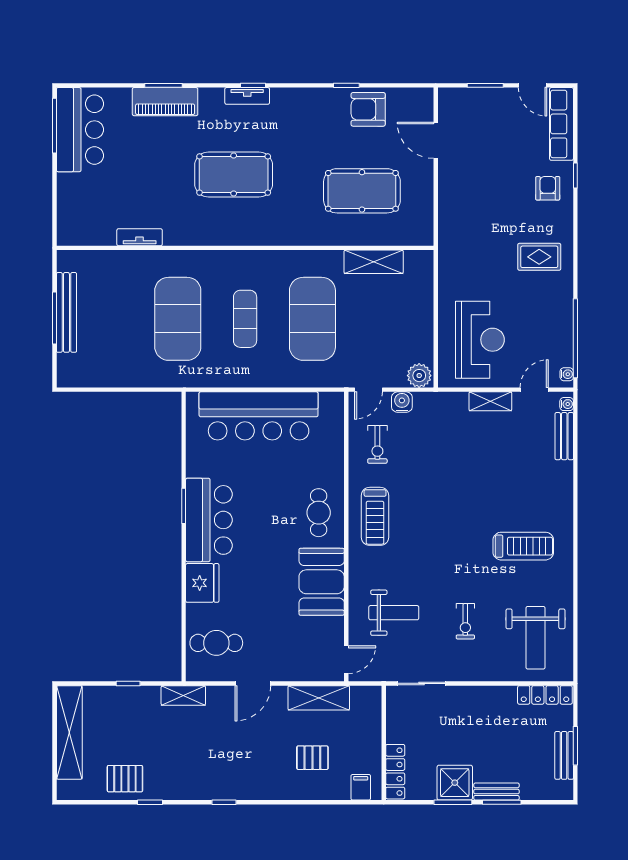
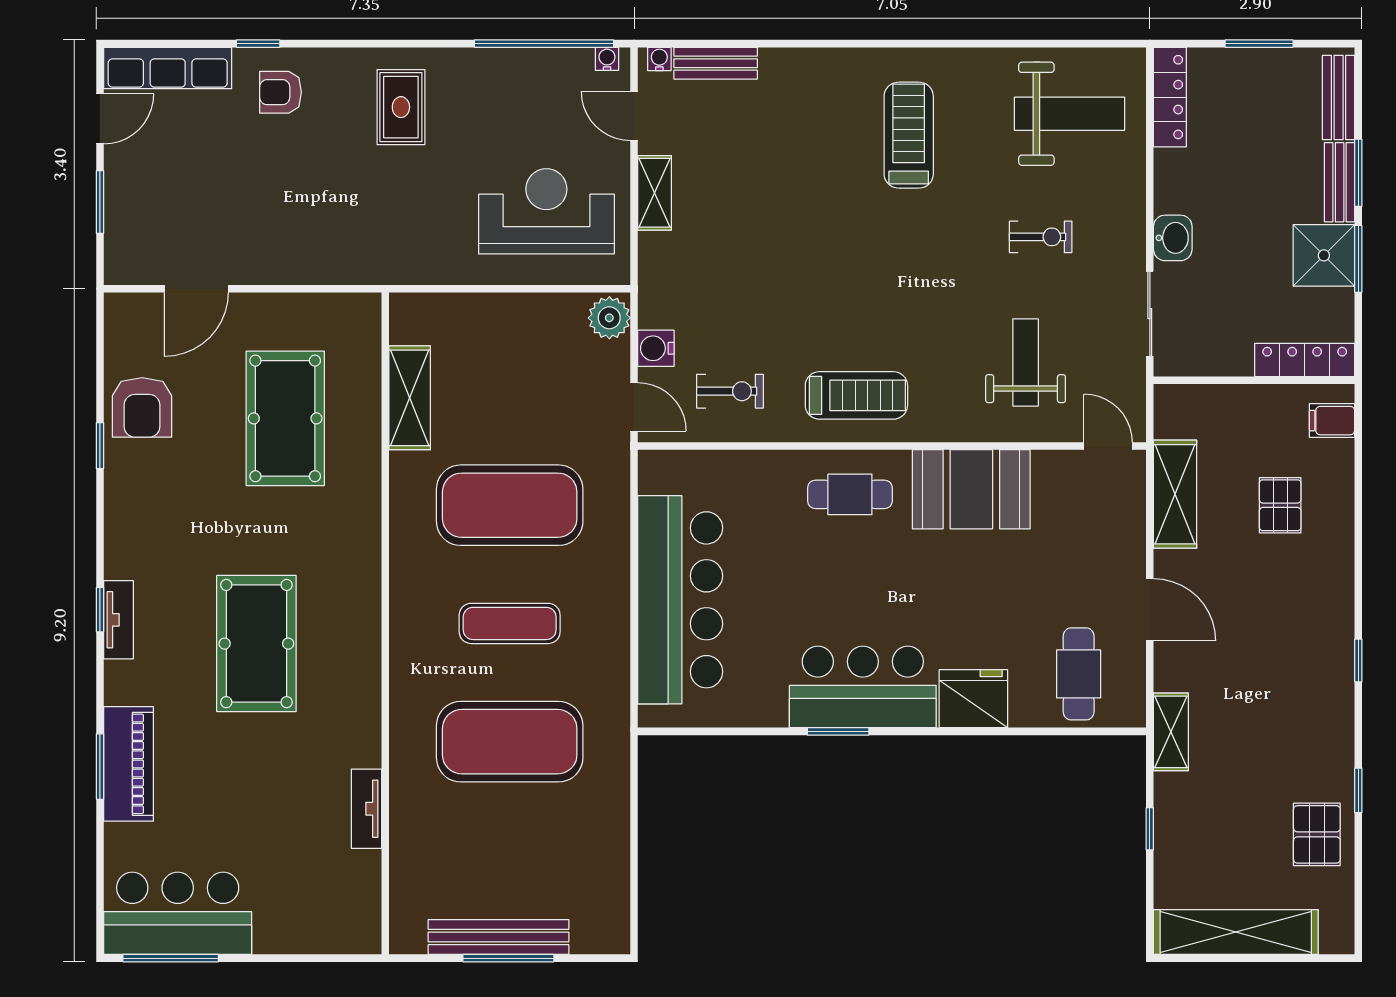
washbasin: (465, 697) -> (1173, 238), added
bench: (564, 755) -> (1339, 98), moved, turned 90

